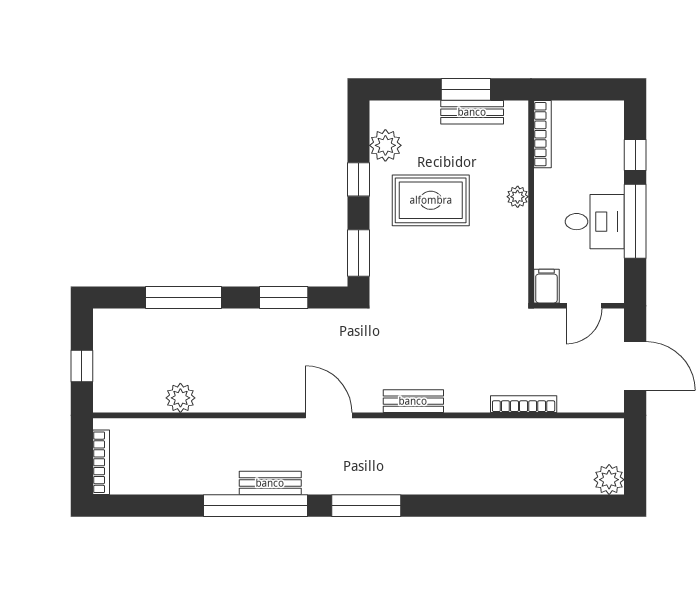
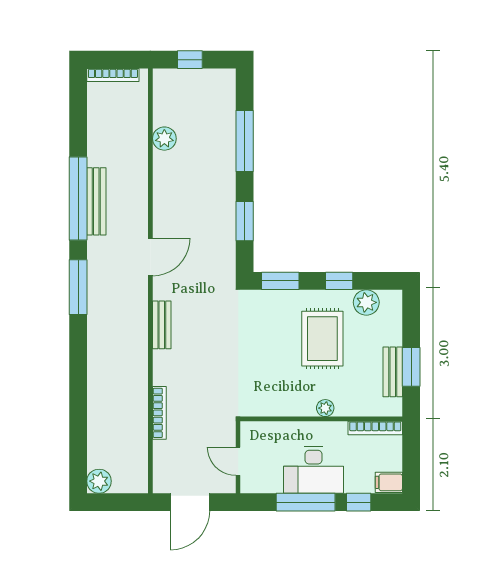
desk: (595, 222) -> (313, 470), width x1.37
filing cabinet: (546, 286) -> (389, 482), moved, turned 180
bench: (270, 483) -> (96, 201), width x1.36

